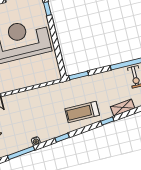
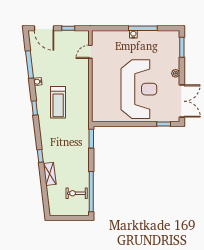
treadmill: (82, 112) -> (58, 102), moved, turned 180

